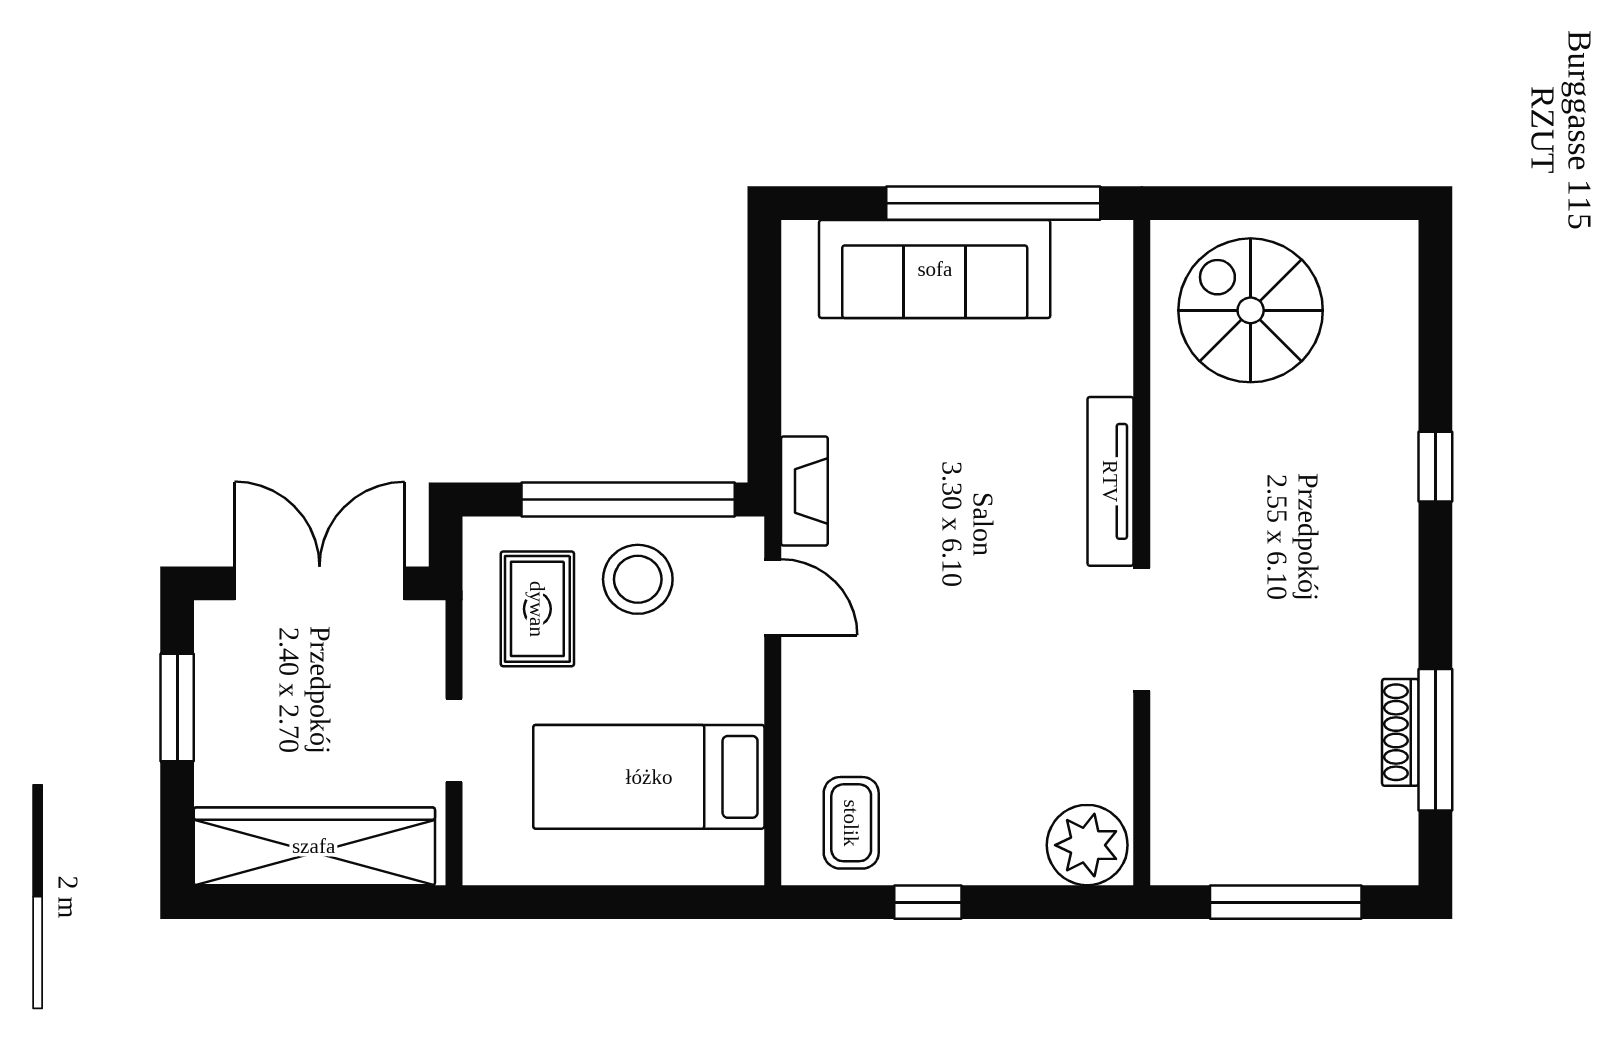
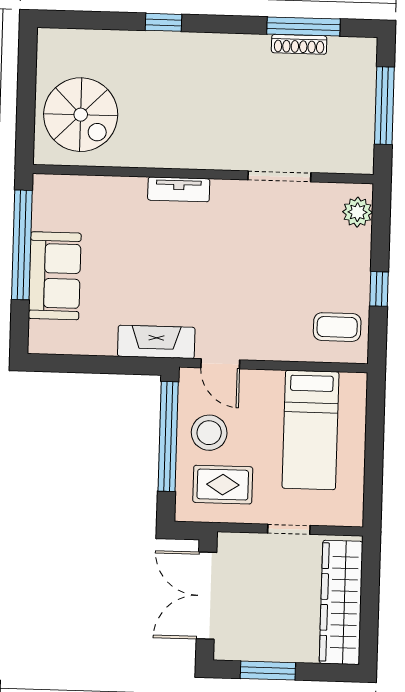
sofa: (935, 269) -> (55, 276), width x0.73
spiral stairs: (1251, 310) -> (81, 115), turned -90
tv unit: (1110, 481) -> (179, 189), width x0.71
fireplace: (804, 491) -> (156, 342), width x1.37, depth x1.32
door: (773, 597) -> (220, 364), swing flipped
doorway: (1142, 629) -> (279, 176), moved
plant: (1087, 845) -> (357, 212), width x0.73, depth x0.73

